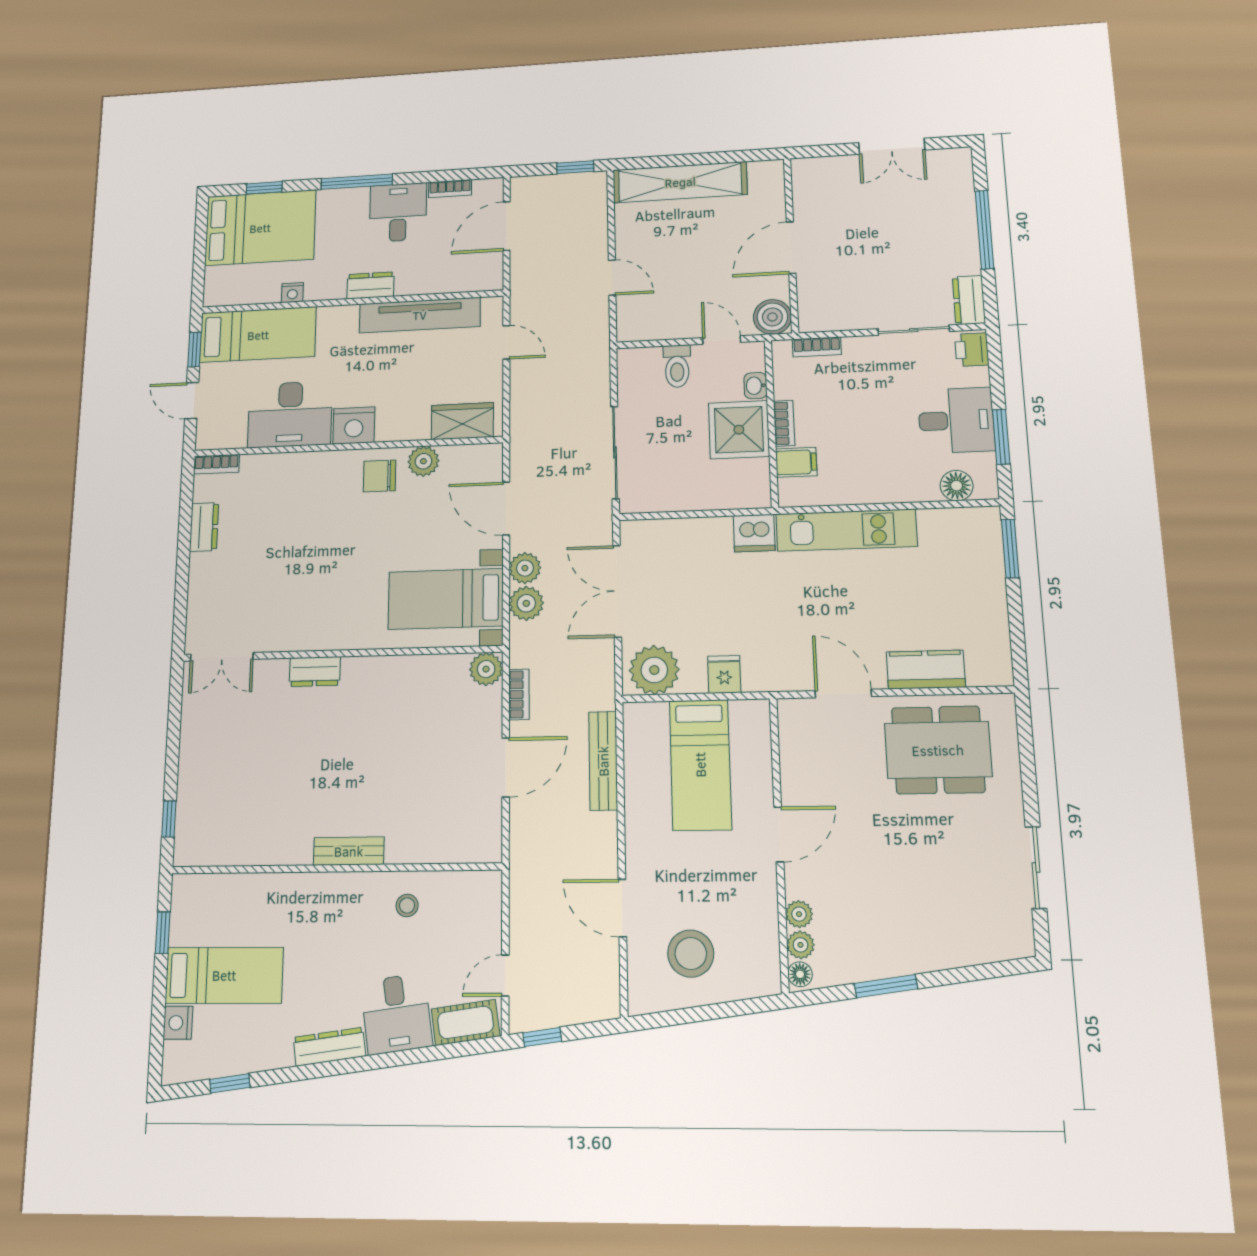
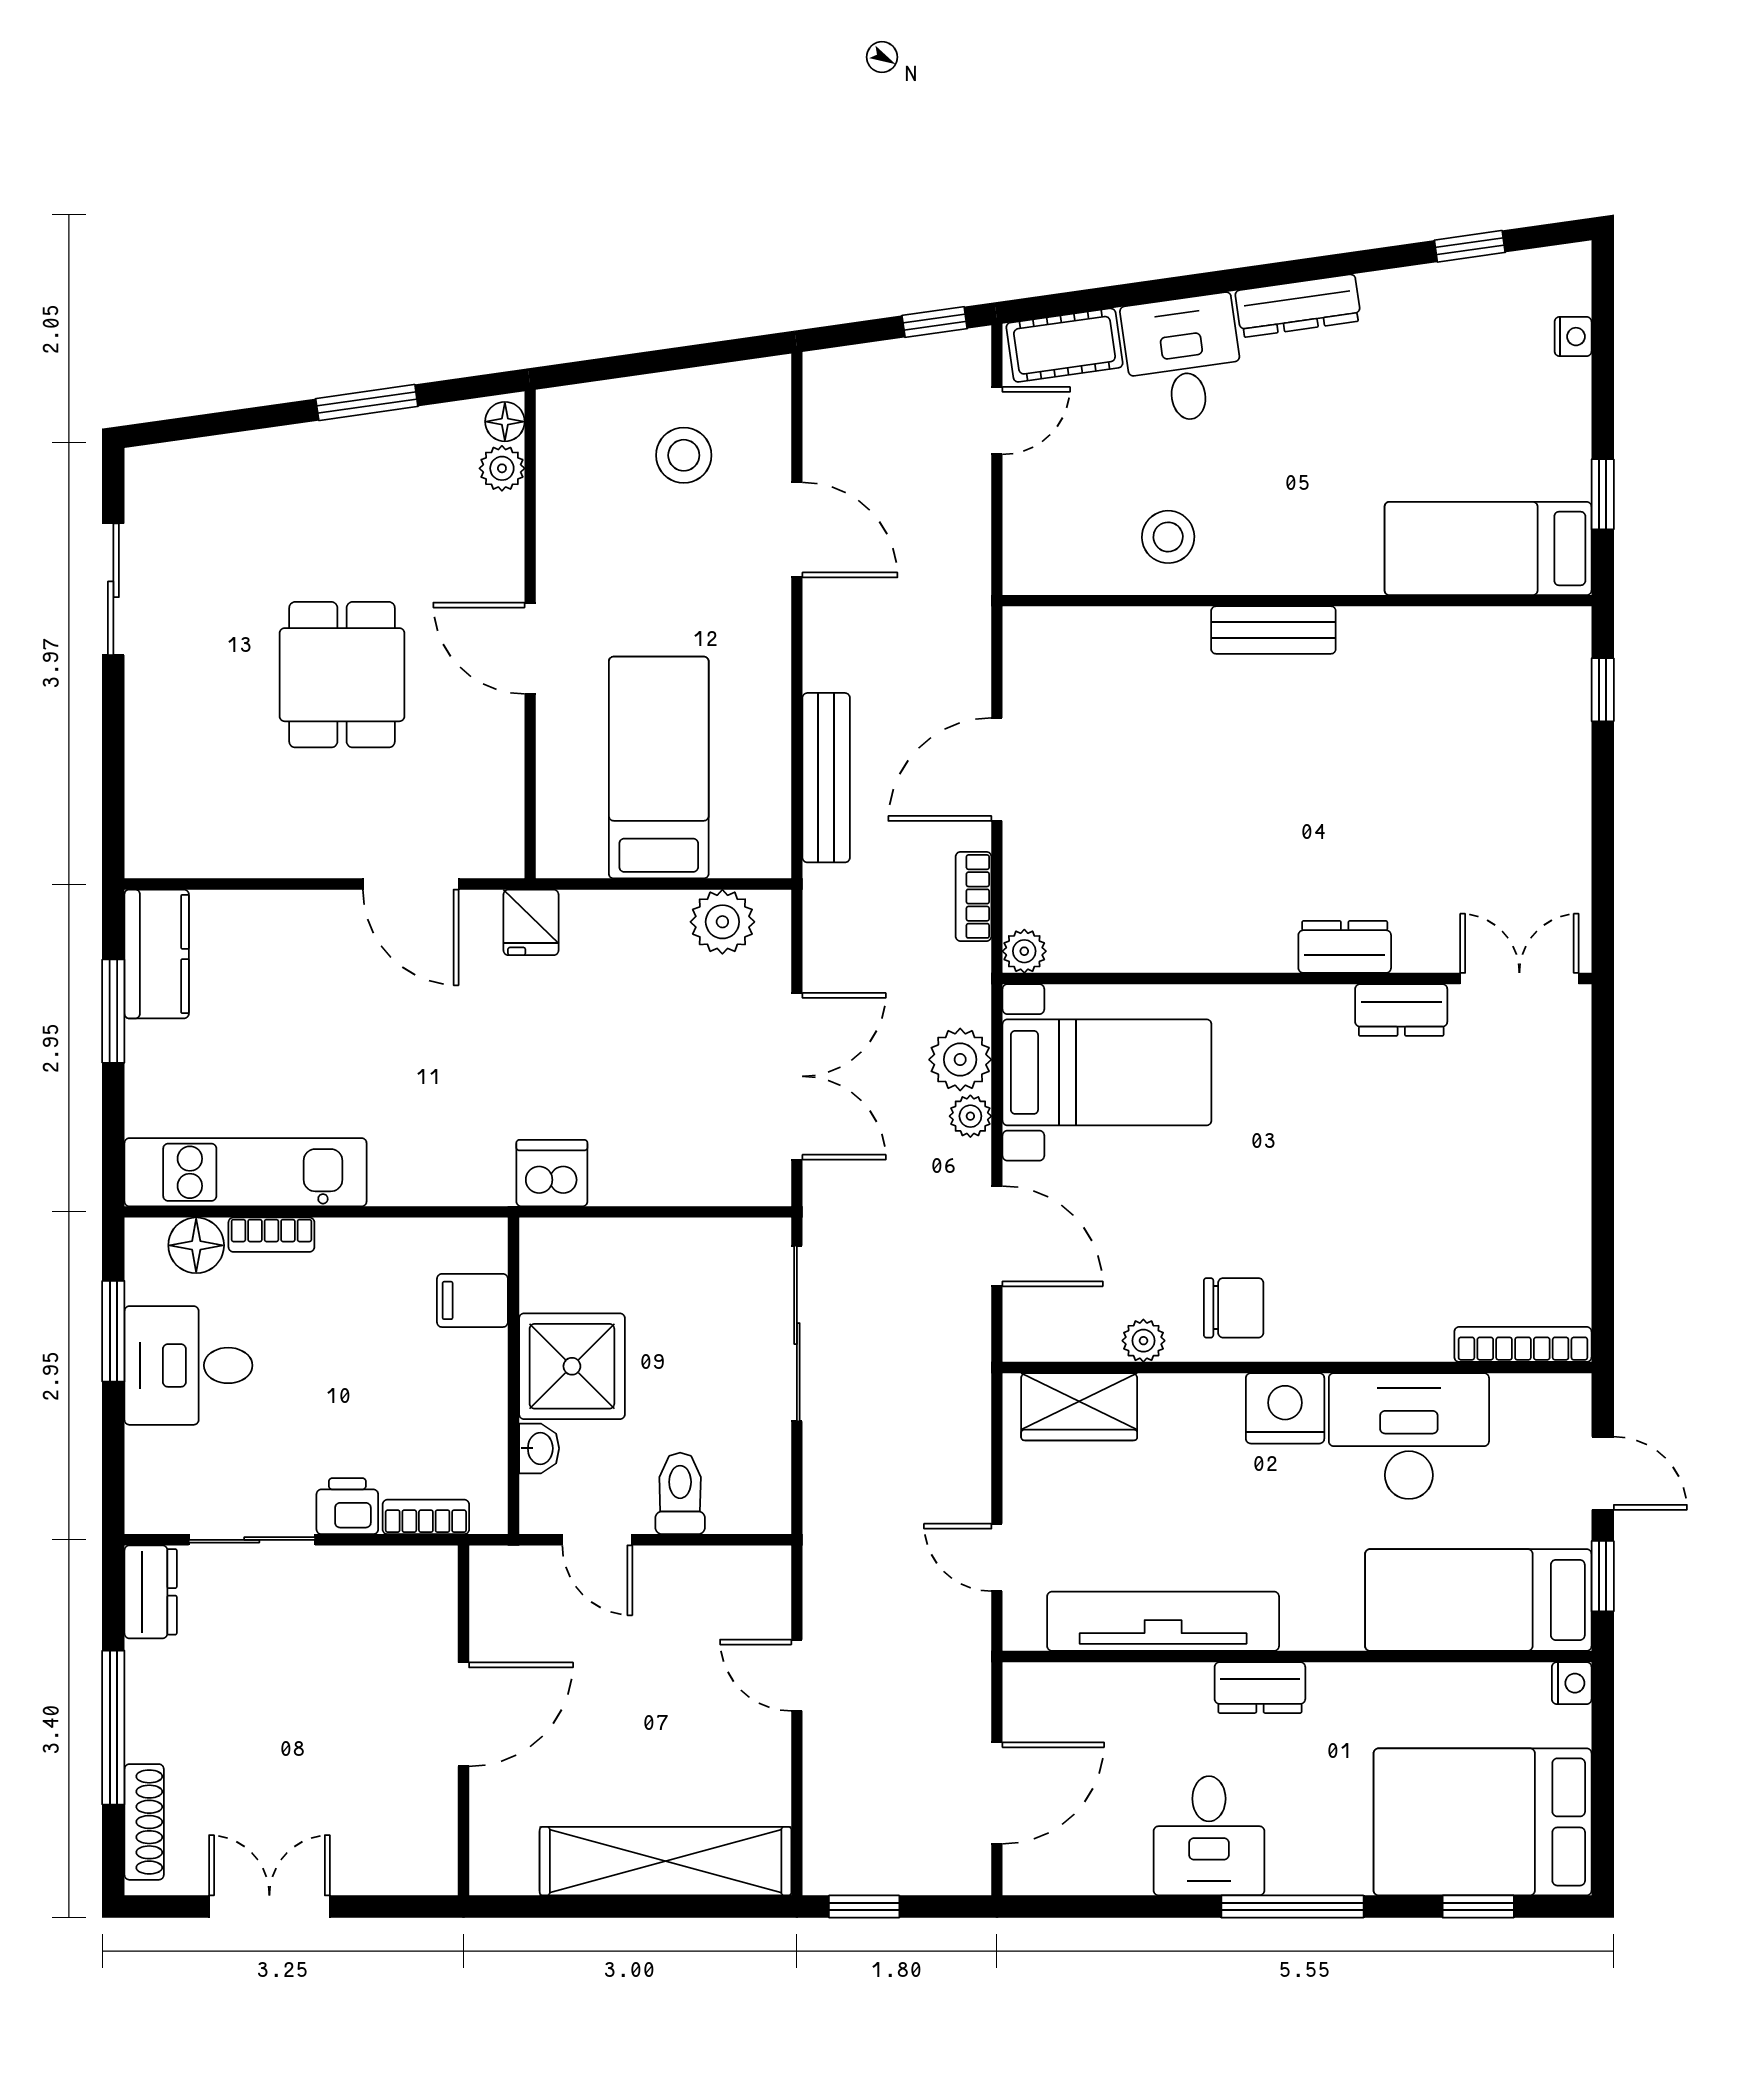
shoe rack: (964, 183) -> (144, 1822), added
bookcase: (450, 189) -> (1107, 1879), removed
nightstand: (292, 293) -> (1572, 1683), moved, turned 90
boiler: (772, 317) -> (503, 1580), removed
printer: (972, 350) -> (347, 1506), moved, turned -90
bookcase: (784, 423) -> (271, 1235), moved, turned -90
plant: (423, 461) -> (1143, 1341), width x0.73, depth x0.73
bookcase: (216, 464) -> (1523, 1344), width x1.56
dresser: (204, 527) -> (1401, 1010), moved, turned -90
kitchen unit: (846, 530) -> (246, 1172), moved
window: (1010, 549) -> (113, 1011), moved
plant: (525, 568) -> (970, 1116), width x0.73, depth x0.73
plant: (486, 669) -> (1024, 951), width x0.73, depth x0.73
plant: (654, 670) -> (722, 922), width x0.73, depth x0.73
kitchen counter: (926, 670) -> (157, 954), moved, turned -90
fridge: (724, 674) -> (531, 922), moved
dining table: (938, 750) -> (342, 675), moved, width x0.73
door: (779, 834) -> (530, 648), hinge flipped
stool: (407, 905) -> (1168, 537), width x1.37, depth x1.37
plant: (799, 914) -> (502, 518), removed
stool: (691, 954) -> (684, 455), width x0.73, depth x0.73
bed: (224, 975) -> (1488, 548), moved
nightstand: (178, 1023) -> (1573, 337), width x0.72, depth x0.74

